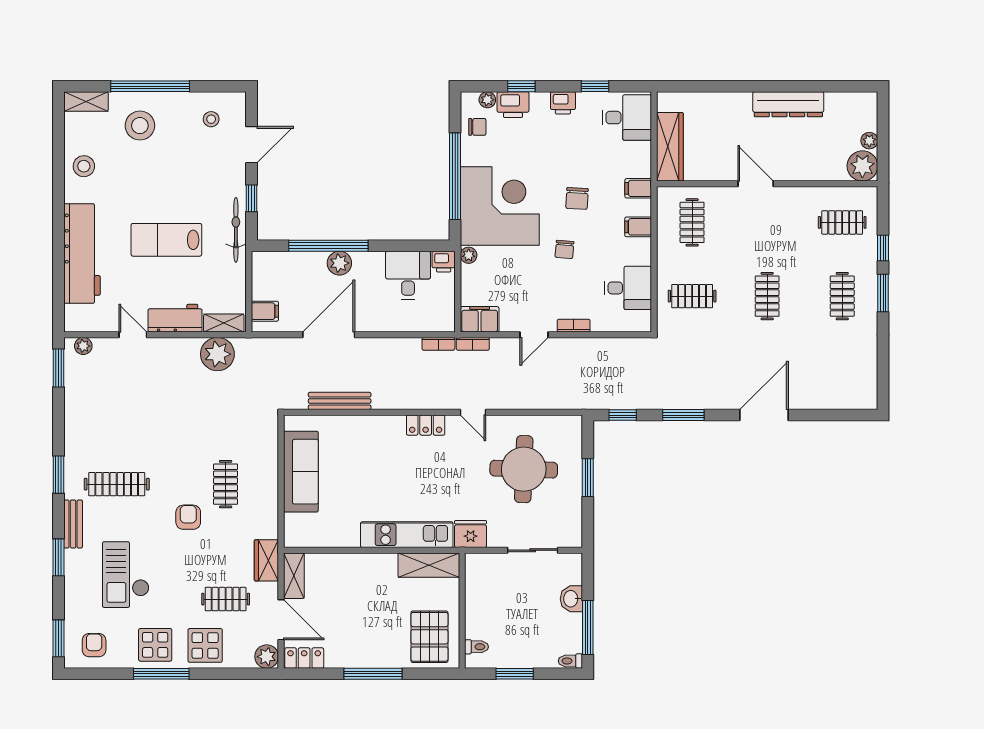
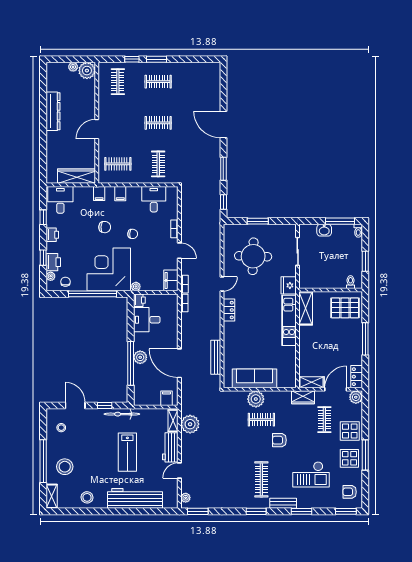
plant: (263, 474) -> (256, 399), added

